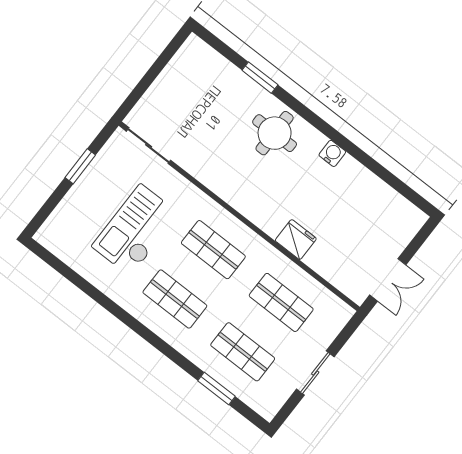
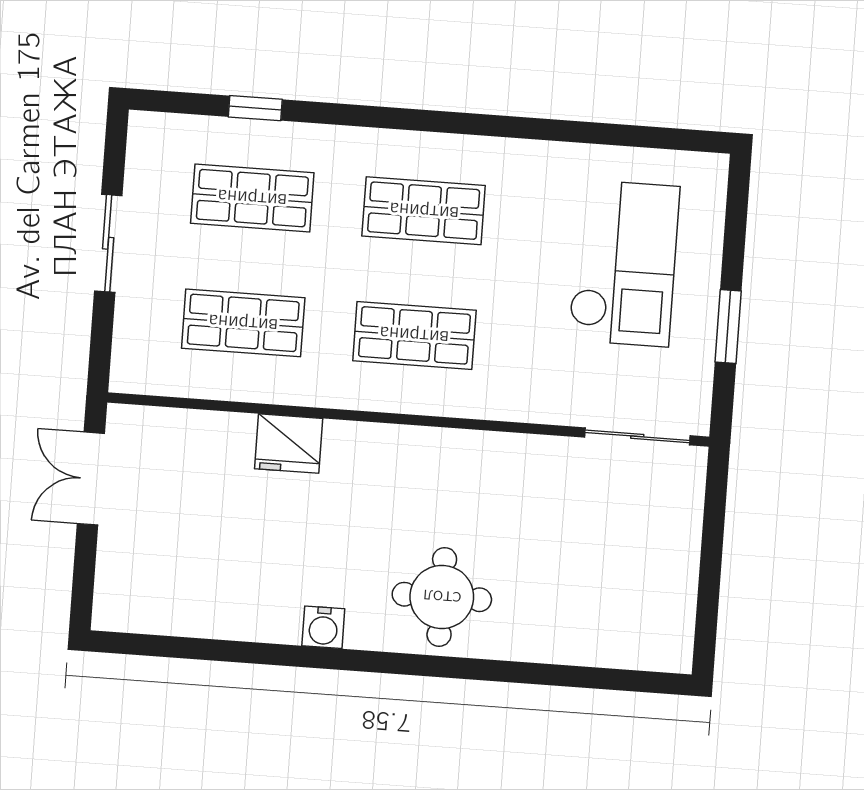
window: (260, 78) -> (528, 673), removed
checkout: (135, 230) -> (624, 263), moved
window: (217, 388) -> (255, 108), width x0.67

